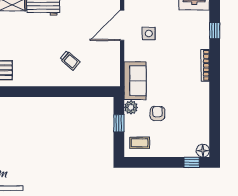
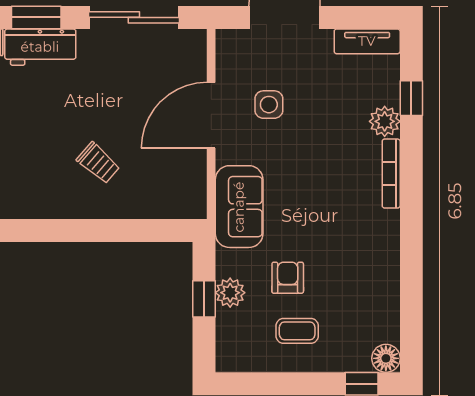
door: (122, 25) -> (211, 115), moved
plant: (202, 41) -> (385, 121), added
plant: (131, 107) -> (230, 293), moved
coffee table: (140, 143) -> (297, 331), moved

